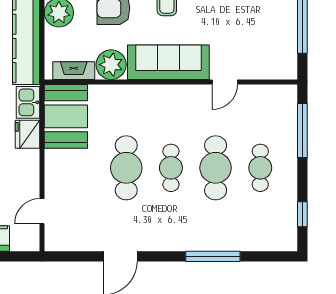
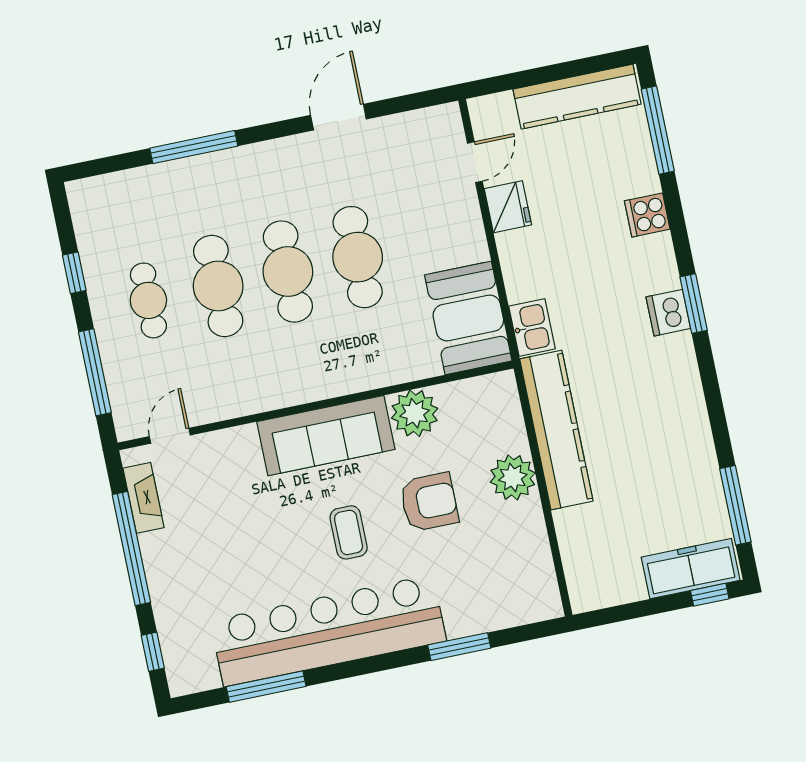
fireplace: (74, 71) -> (144, 498), moved, turned -90
door: (225, 82) -> (170, 436), moved
fridge: (27, 134) -> (508, 207), moved
cafe table: (171, 168) -> (288, 272), width x1.37, depth x1.35
window: (302, 214) -> (74, 273), moved

